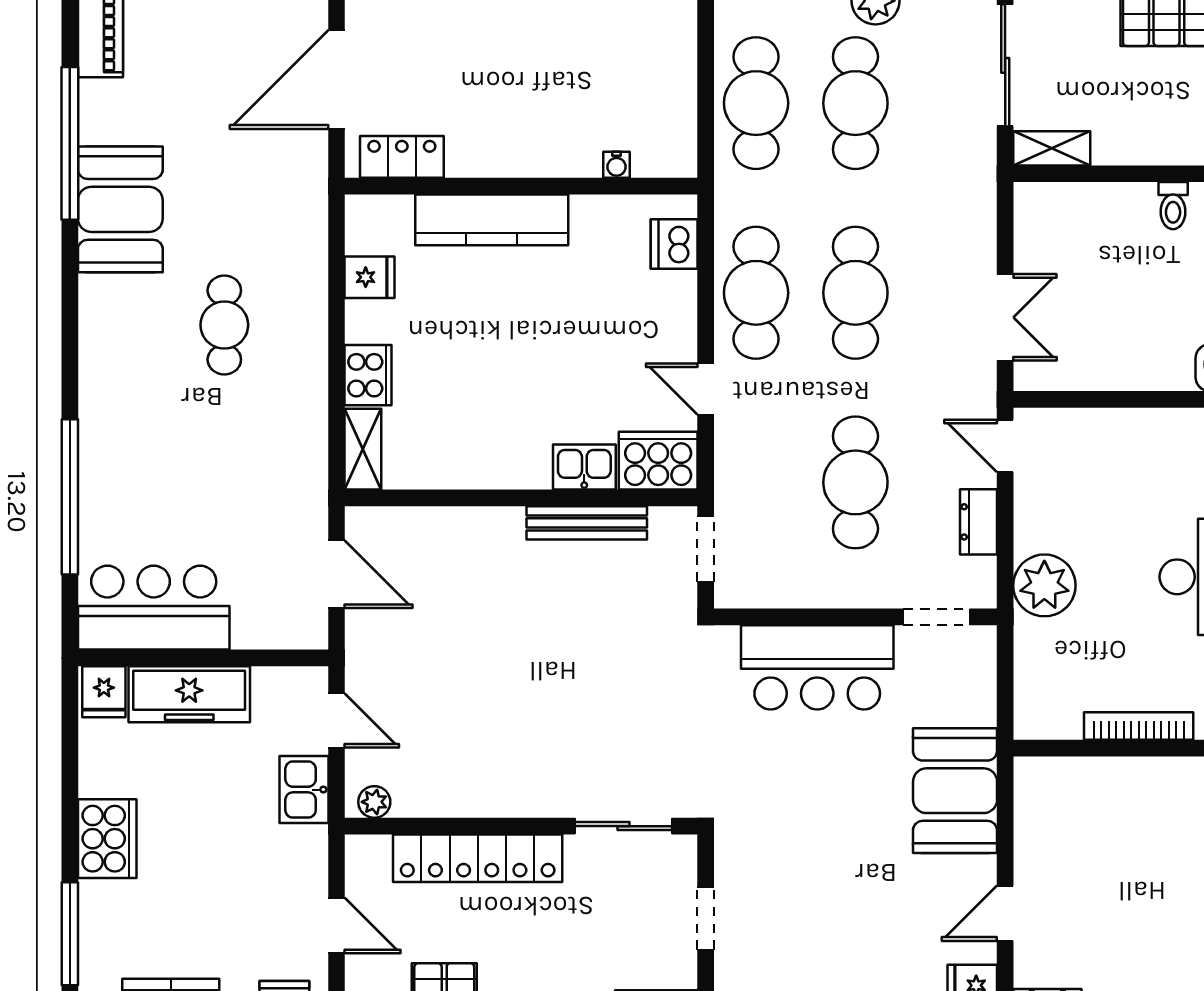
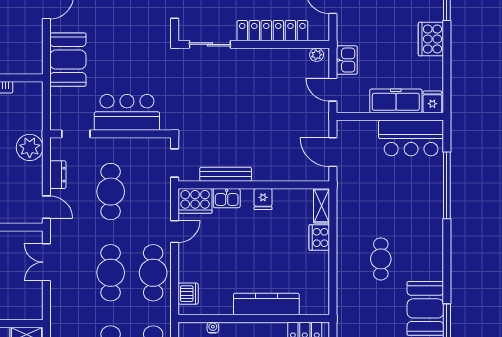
fridge: (369, 277) -> (263, 199), moved, turned -90
door: (706, 389) -> (175, 232), hinge flipped

